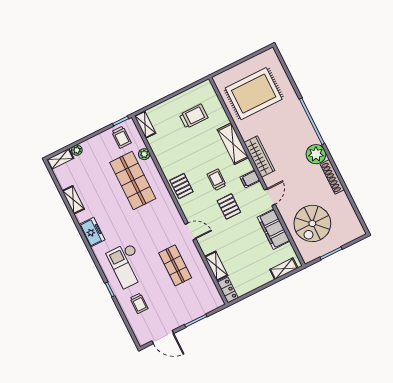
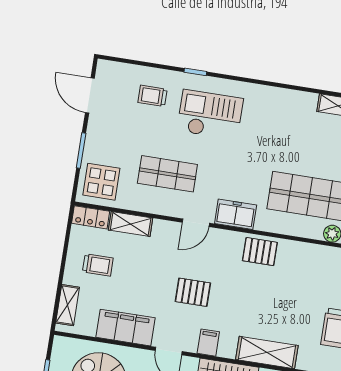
trolley: (217, 180) -> (98, 265), moved
freezer: (92, 232) -> (236, 214), moved, turned 180
display table: (205, 298) -> (101, 182), added
door: (163, 337) -> (90, 95), hinge flipped

